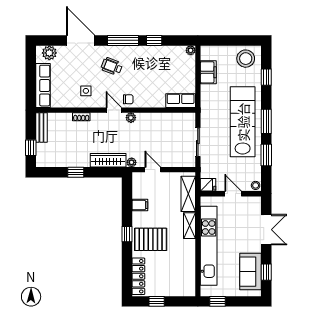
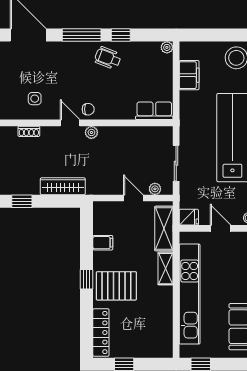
wheelchair: (112, 66) -> (108, 58), moved
plant: (132, 162) -> (155, 189), moved
door: (153, 170) -> (133, 198), moved

